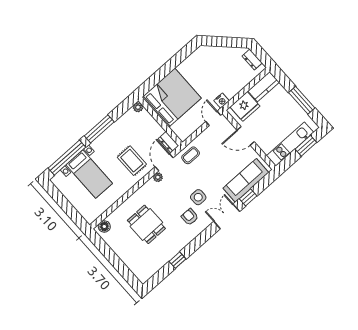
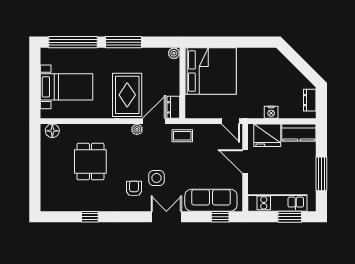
nightstand: (222, 101) -> (271, 112), moved
door: (213, 118) -> (230, 121), swing flipped
rug: (132, 161) -> (127, 95), width x1.36, depth x1.43
bed with nightstands: (89, 174) -> (66, 87), moved, turned -90
window: (248, 197) -> (220, 217), moved

